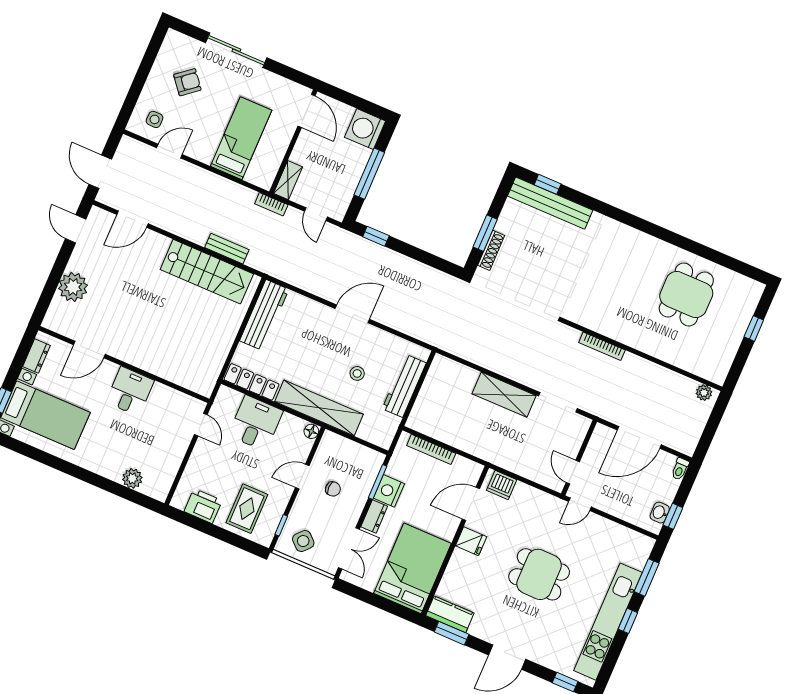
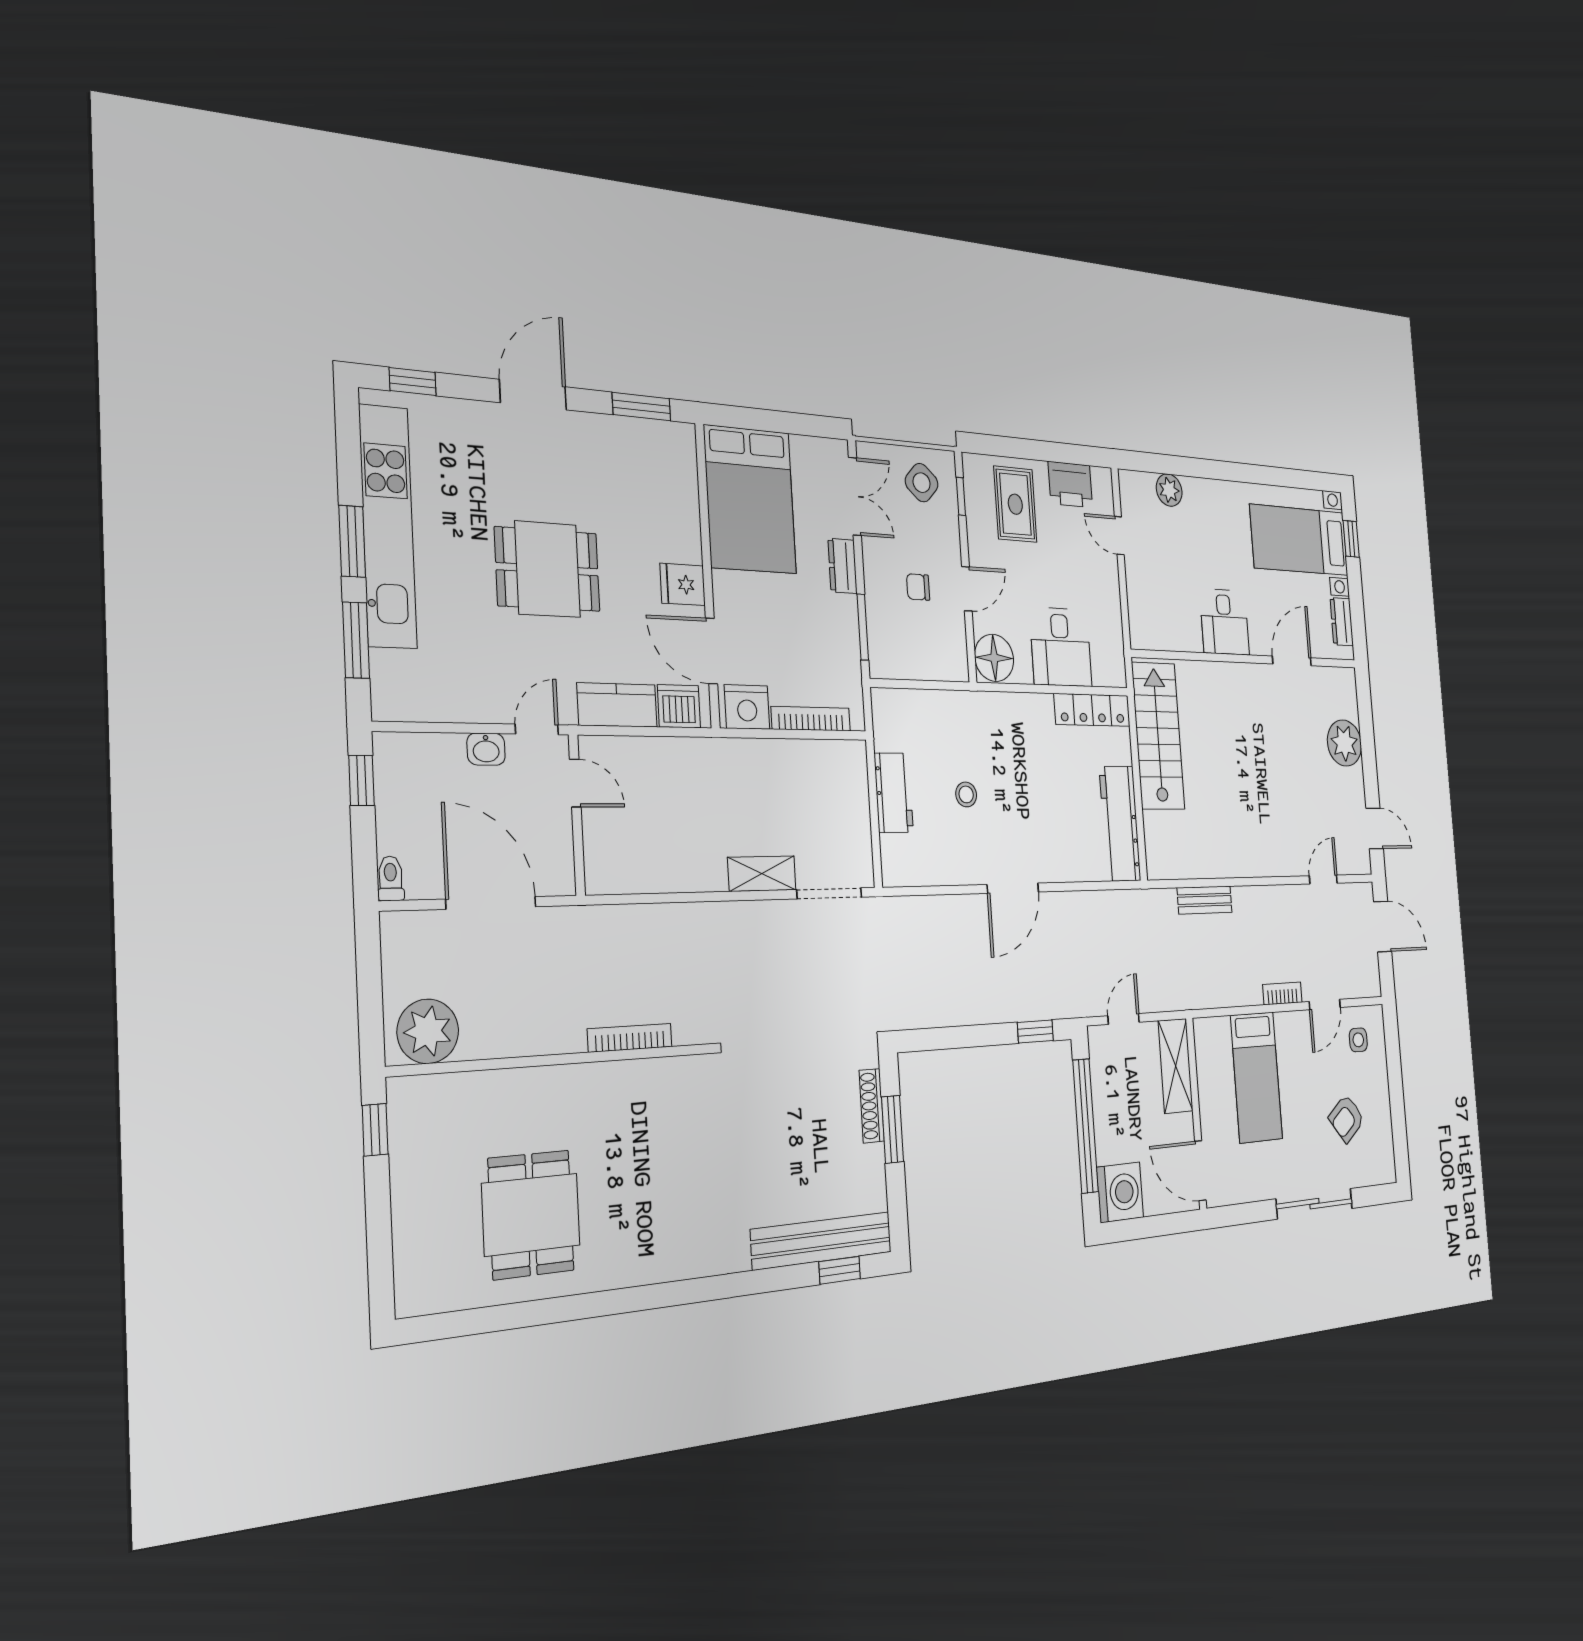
window: (369, 174) -> (1086, 1126), width x1.46
shelving: (288, 180) -> (1176, 1066), width x1.50, depth x1.33
bookcase: (271, 204) -> (1282, 993), moved
door: (316, 214) -> (1124, 1019), hinge flipped
door: (132, 219) -> (1323, 879), width x0.73
stairs: (207, 272) -> (1158, 736), moved, turned 90
window: (754, 328) -> (375, 1130), moved
workbench: (404, 386) -> (894, 793), width x0.73
plant: (704, 393) -> (428, 1031), width x1.88, depth x1.88
shelving: (504, 395) -> (762, 874), width x0.67, depth x0.75
doorway: (558, 402) -> (829, 893), moved
shelving: (319, 408) -> (992, 712), removed
door: (201, 425) -> (1119, 536), moved
floor lamp: (311, 431) -> (994, 658), width x1.89, depth x1.89
door: (639, 437) -> (491, 903), hinge flipped
nightstand: (389, 491) -> (747, 707), moved, turned 90
door: (471, 504) -> (712, 651), swing flipped
washbasin: (660, 513) -> (486, 749), moved, turned 90
double door: (349, 548) -> (855, 496), swing flipped
kitchen counter: (450, 614) -> (617, 705), moved, turned 180
window: (628, 621) -> (352, 541), width x1.50

